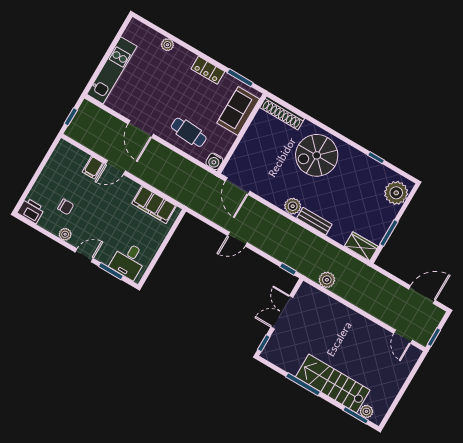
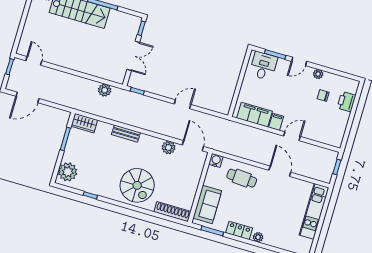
plant: (167, 45) -> (258, 237), moved
spiral stairs: (317, 155) -> (137, 185), turned 90
filing cabinet: (93, 168) -> (276, 122), moved
plant: (293, 206) -> (169, 148), moved
printer: (31, 211) -> (346, 102), moved, turned 90

